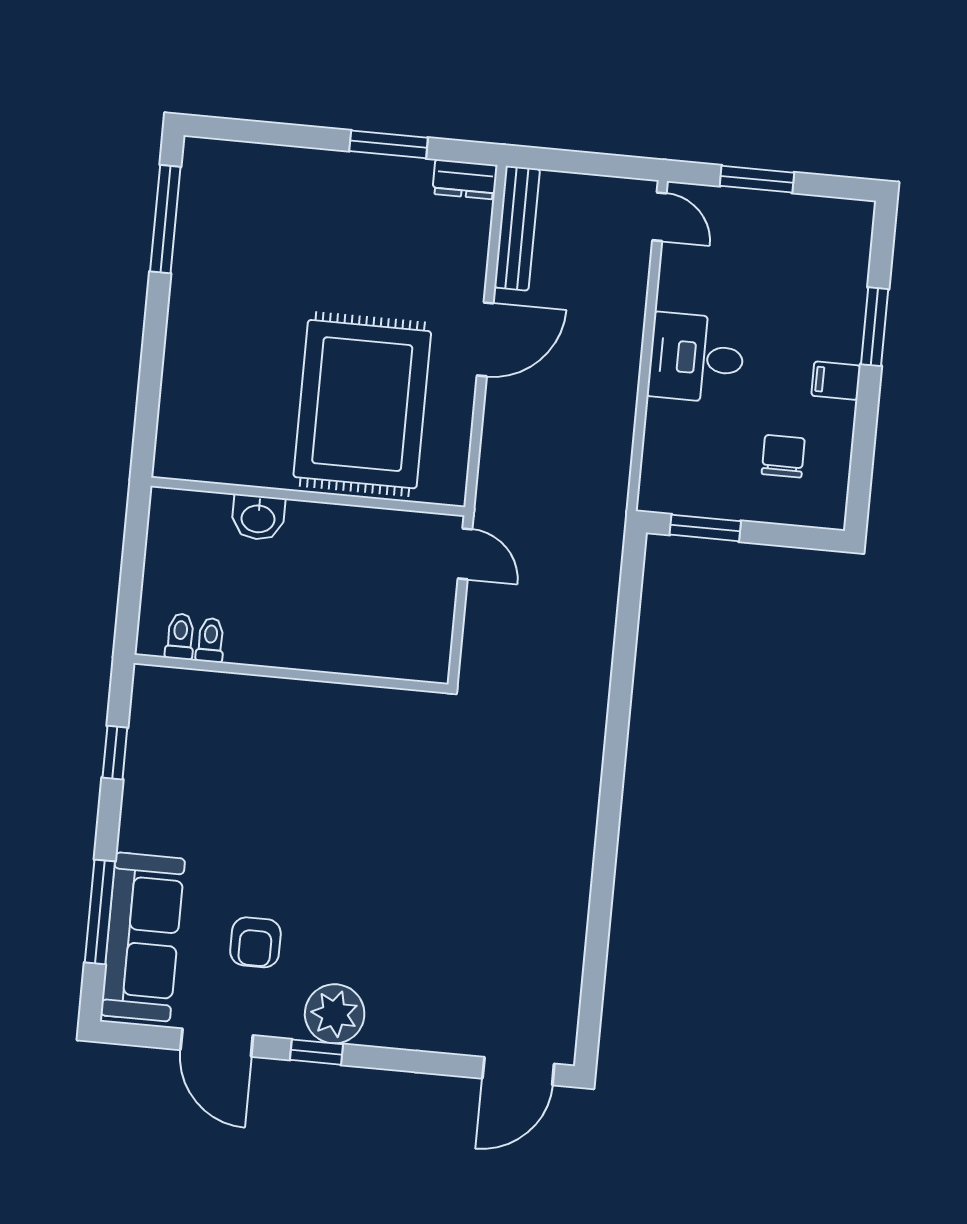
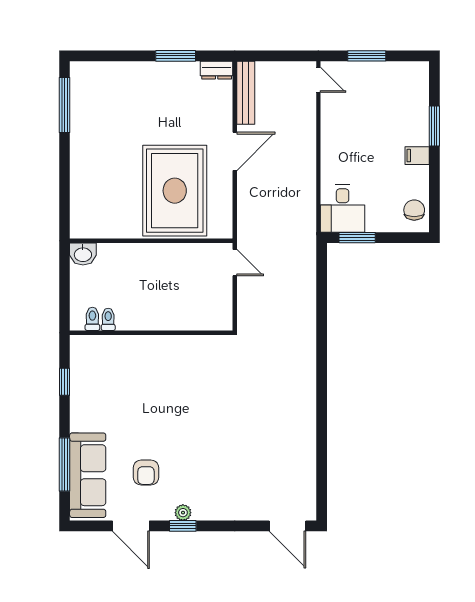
desk: (696, 358) -> (343, 209), moved, turned -90
chair: (783, 456) -> (414, 210), moved
washbasin: (258, 518) -> (83, 254), moved
plant: (335, 1014) -> (183, 513), width x0.53, depth x0.53
door: (518, 1071) -> (287, 526), hinge flipped

